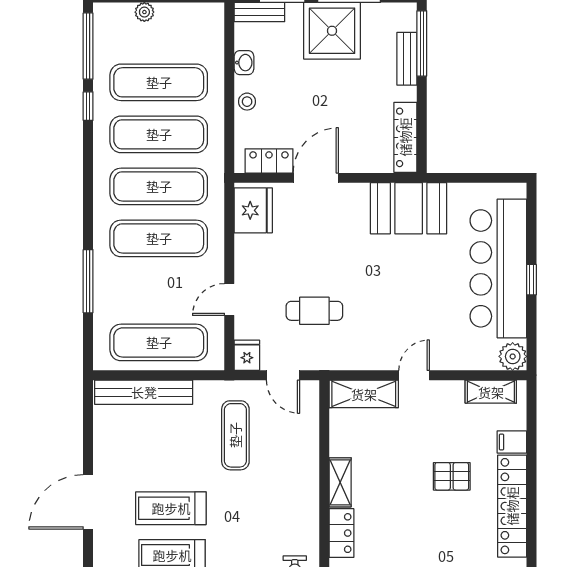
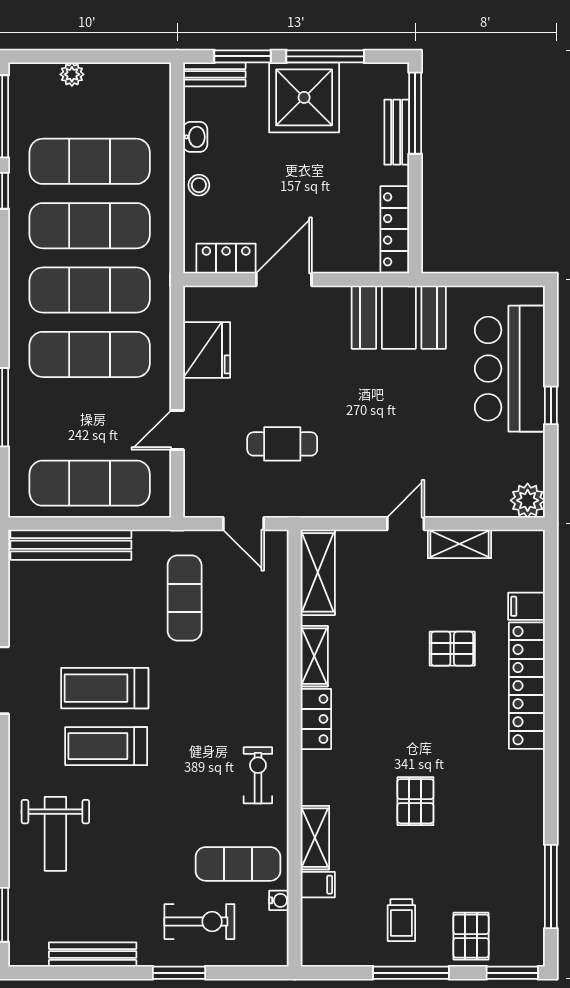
fridge: (253, 210) -> (207, 350), moved
bar counter: (498, 268) -> (510, 369), width x0.73
fridge: (247, 355) -> (199, 499), removed
shelving: (491, 392) -> (459, 544), moved
shelving: (364, 394) -> (318, 572), moved, turned 90

